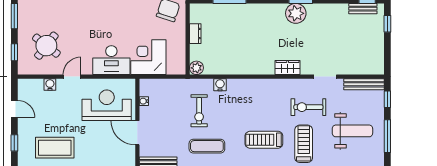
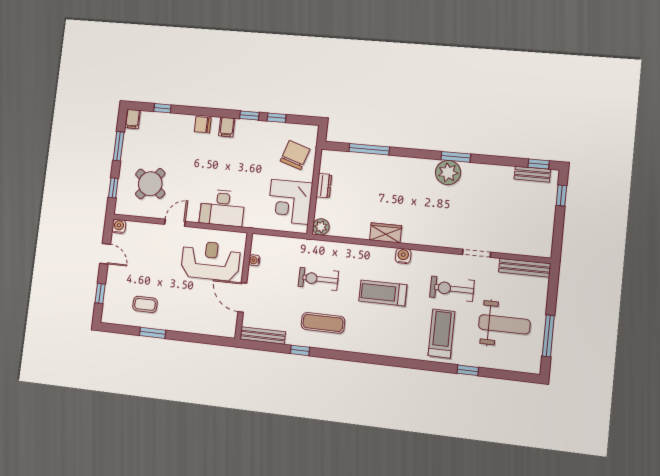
corner desk: (148, 57) -> (290, 202), moved, turned -90
wardrobe: (288, 67) -> (386, 233), moved
water cooler: (50, 84) -> (119, 226), moved
water cooler: (220, 85) -> (403, 256), moved
window: (387, 99) -> (553, 289), removed
exercise bike: (199, 111) -> (318, 279), turned 90
treadmill: (264, 140) -> (383, 293), moved
coffee table: (55, 148) -> (145, 304), width x0.54, depth x0.58

